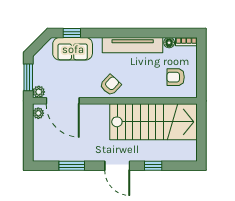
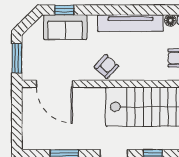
plant: (39, 92) -> (28, 74), removed
plant: (38, 113) -> (28, 97), removed

